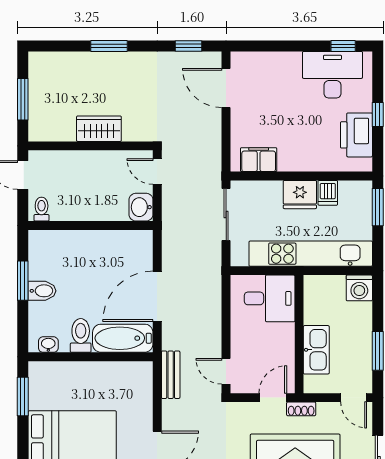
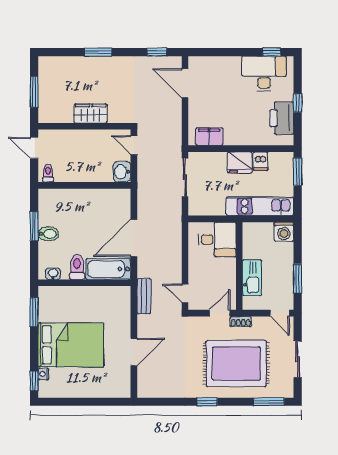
kitchen unit: (311, 254) -> (260, 206), width x0.73

